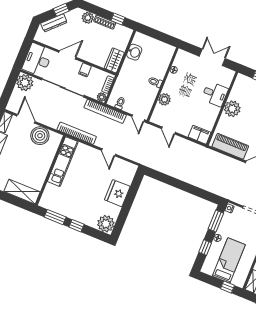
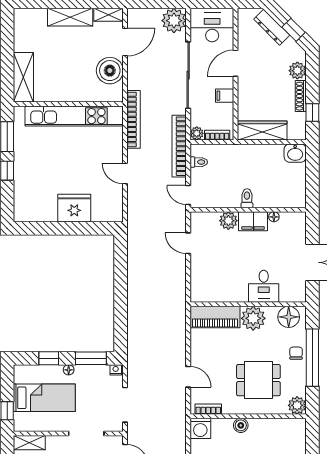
washbasin: (134, 52) -> (295, 153), moved
door: (67, 55) -> (235, 63), swing flipped
wardrobe: (114, 60) -> (262, 130), width x1.50
floor lamp: (240, 86) -> (289, 317), added
door: (138, 118) -> (188, 195), hinge flipped
door: (168, 130) -> (188, 243), hinge flipped
filing cabinet: (200, 135) -> (253, 221), moved, turned 90
piano: (230, 146) -> (215, 317), moved, turned 90
door: (109, 152) -> (125, 174), hinge flipped
kitchen unit: (63, 162) -> (74, 116), width x1.36
plant: (106, 224) -> (26, 209), removed

